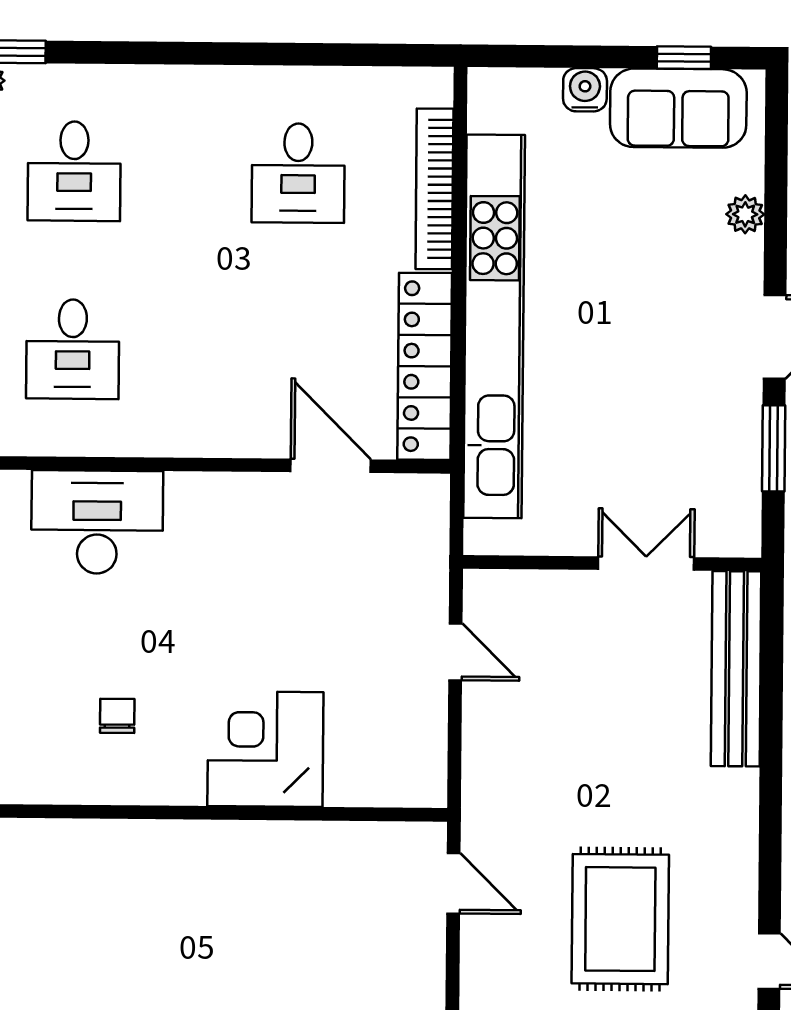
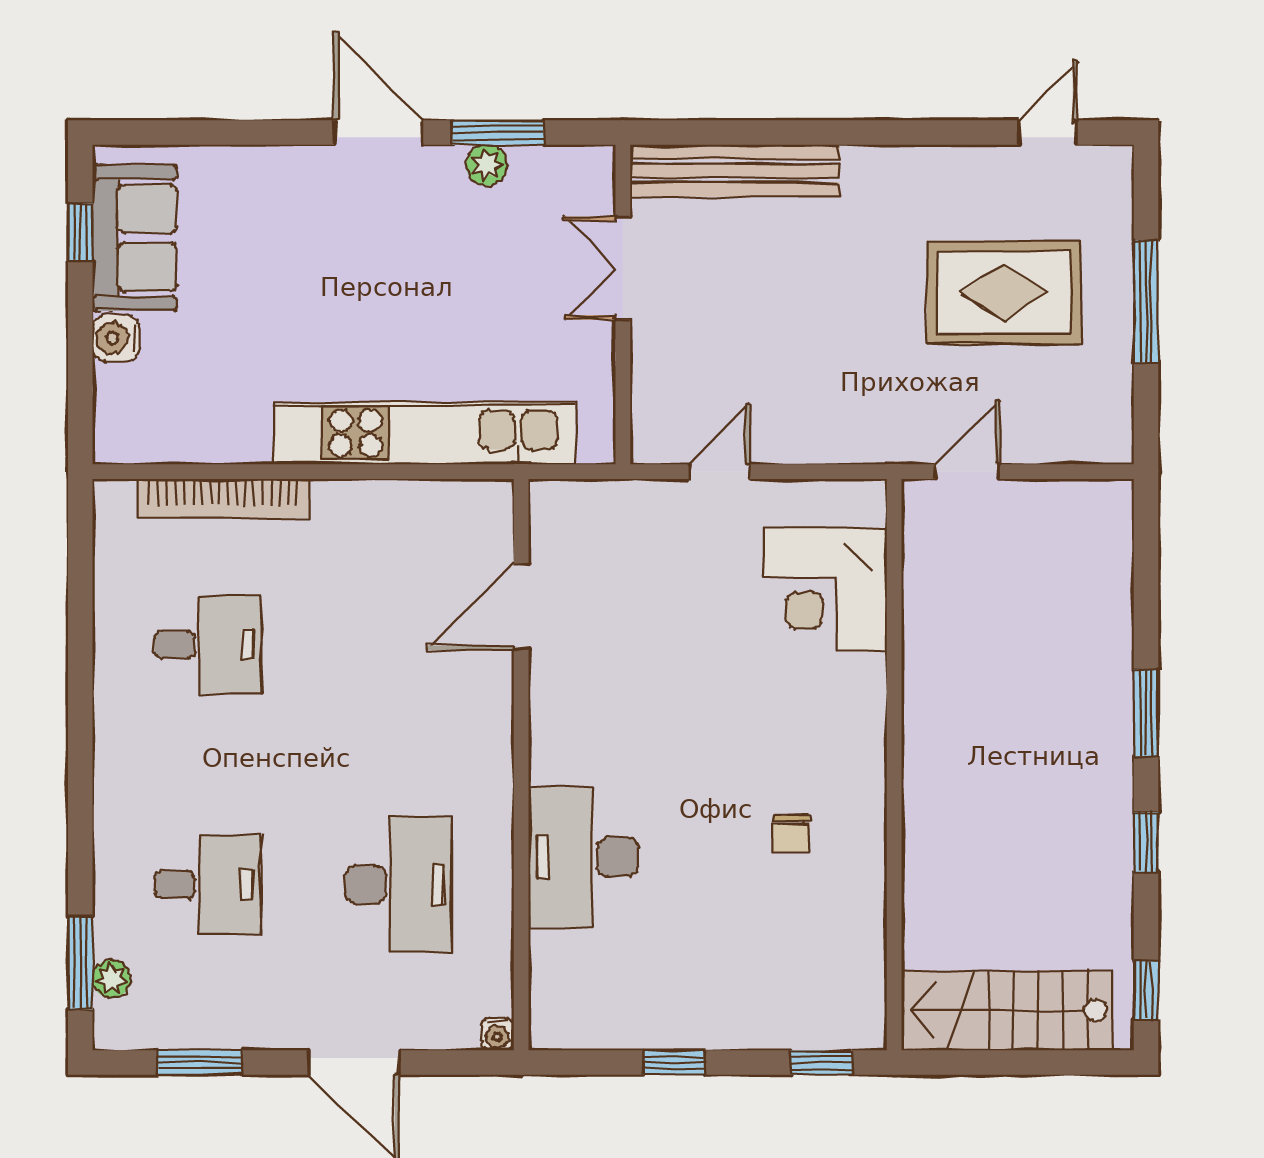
plant: (745, 214) -> (487, 165), moved
kitchen unit: (494, 326) -> (425, 433), width x0.73
desk: (73, 349) -> (398, 885), width x1.37
locker: (425, 366) -> (414, 507), removed
chair: (117, 716) -> (791, 833), turned -90
corner desk: (265, 749) -> (825, 590), moved

